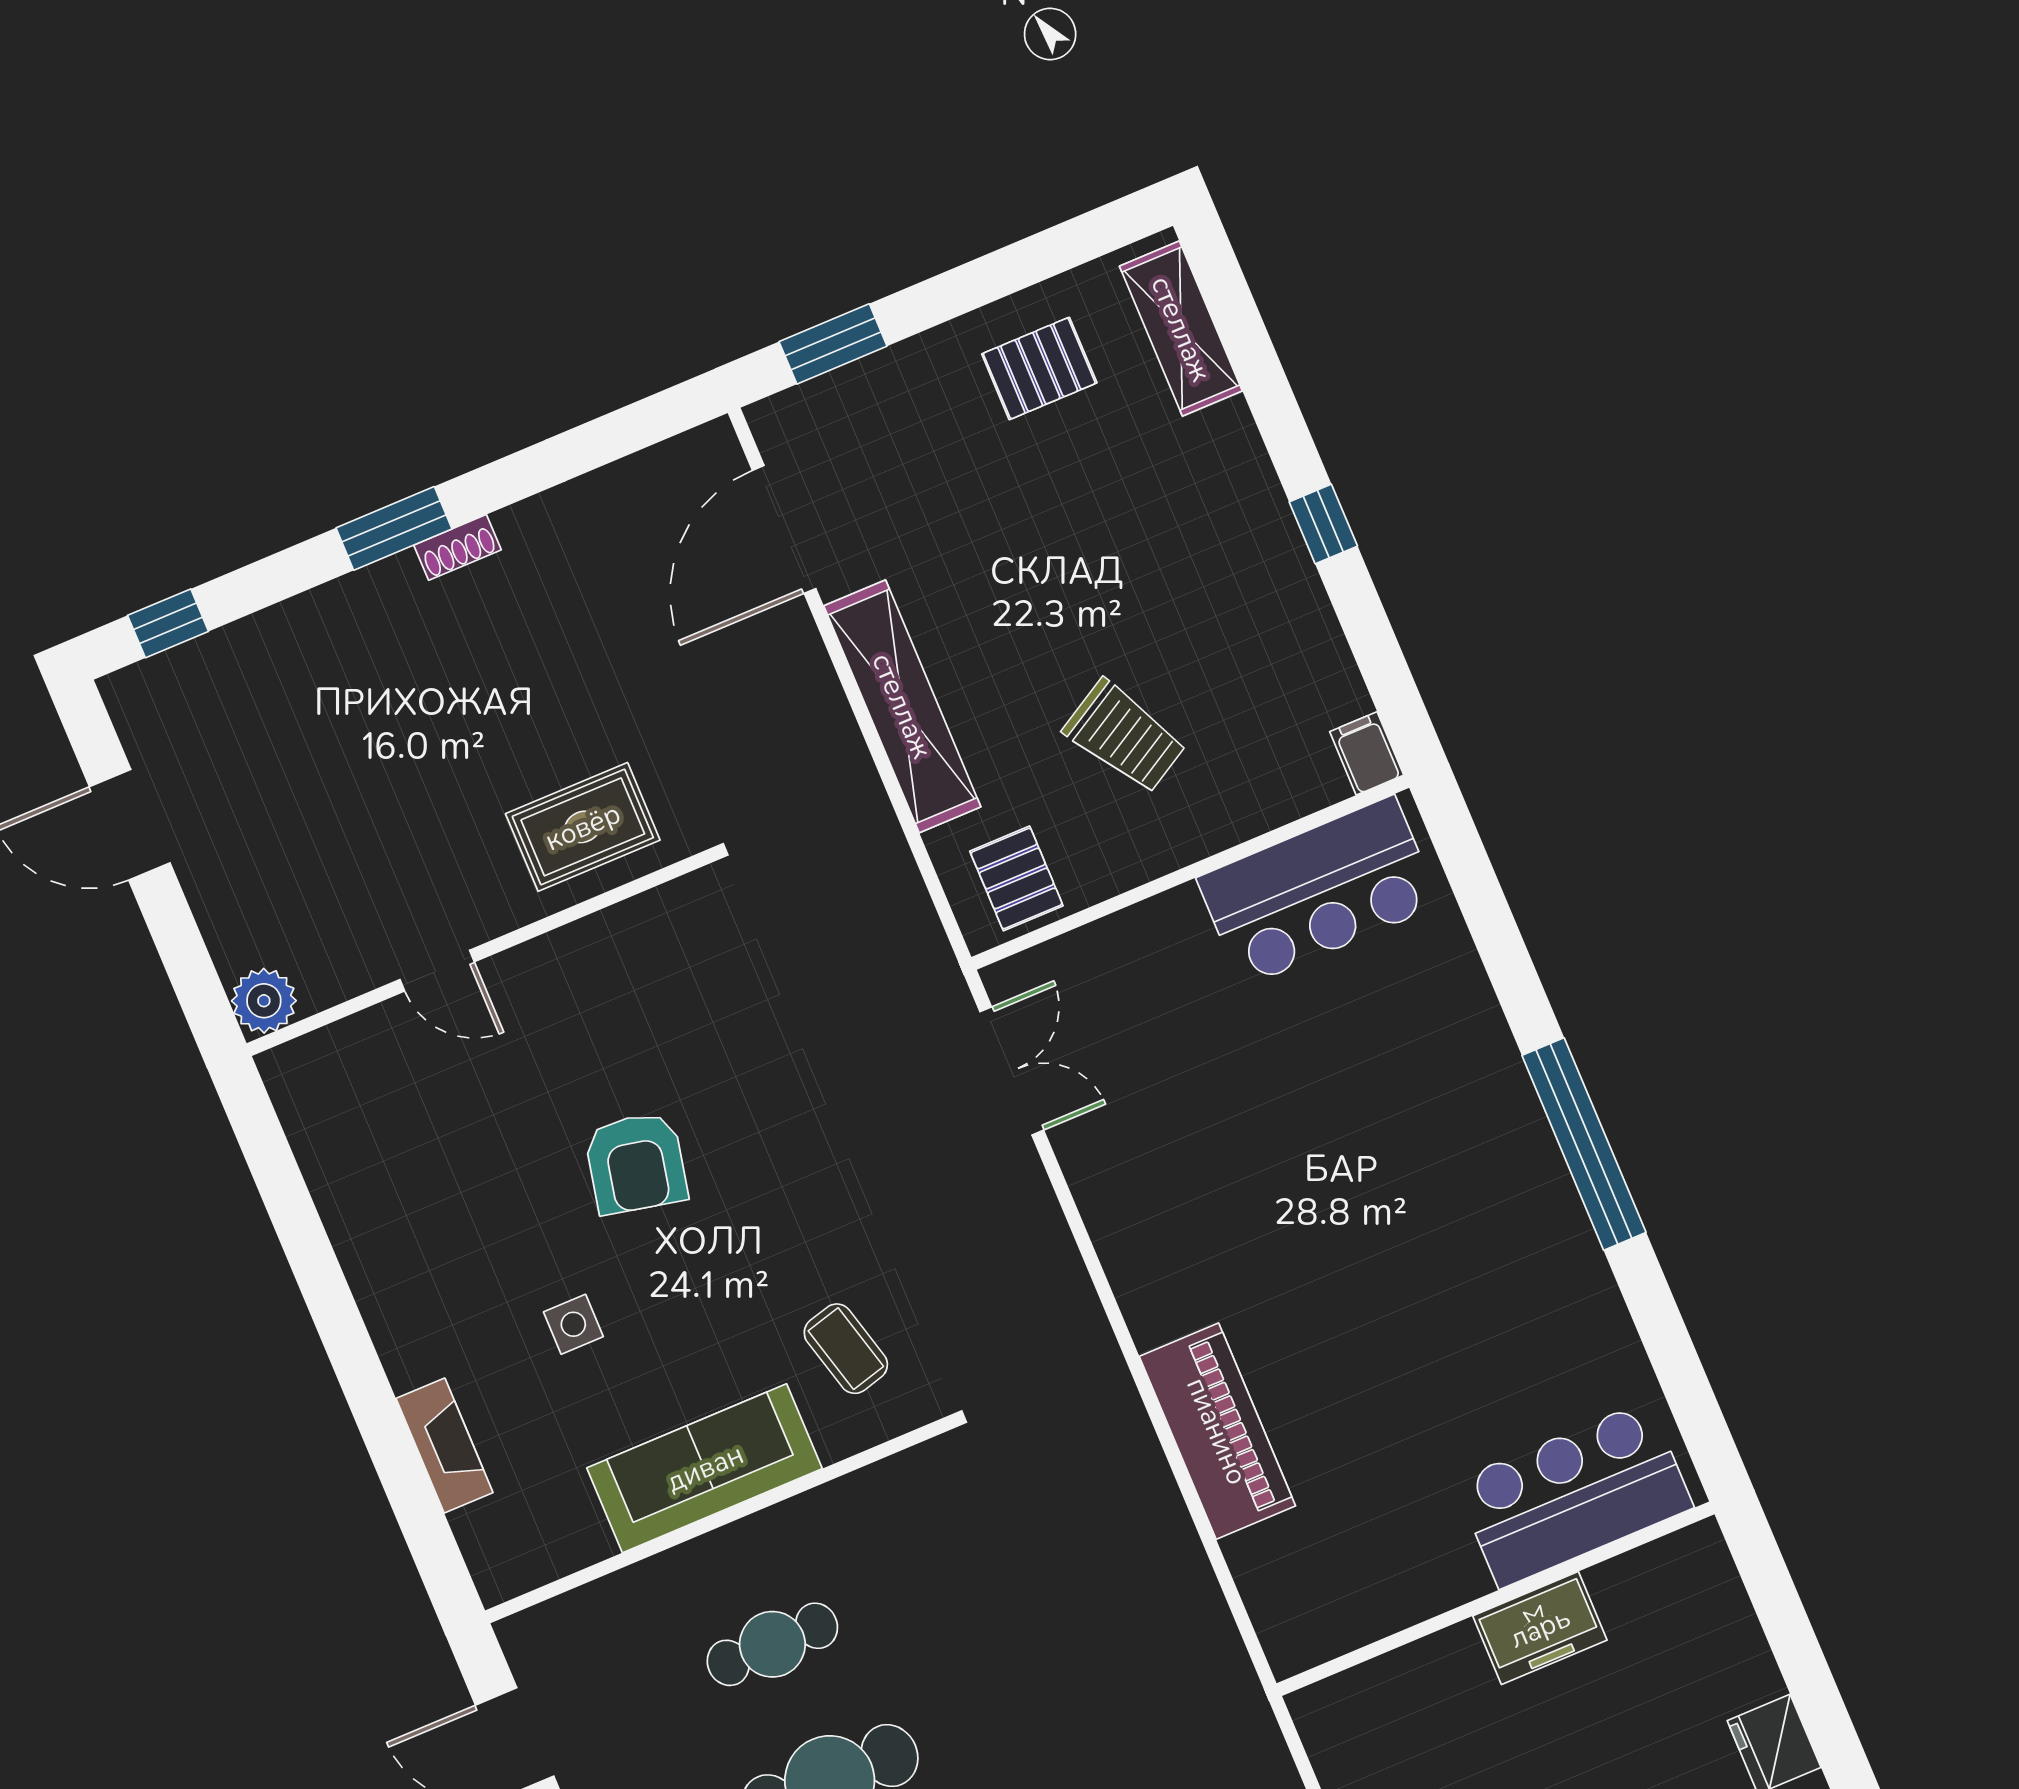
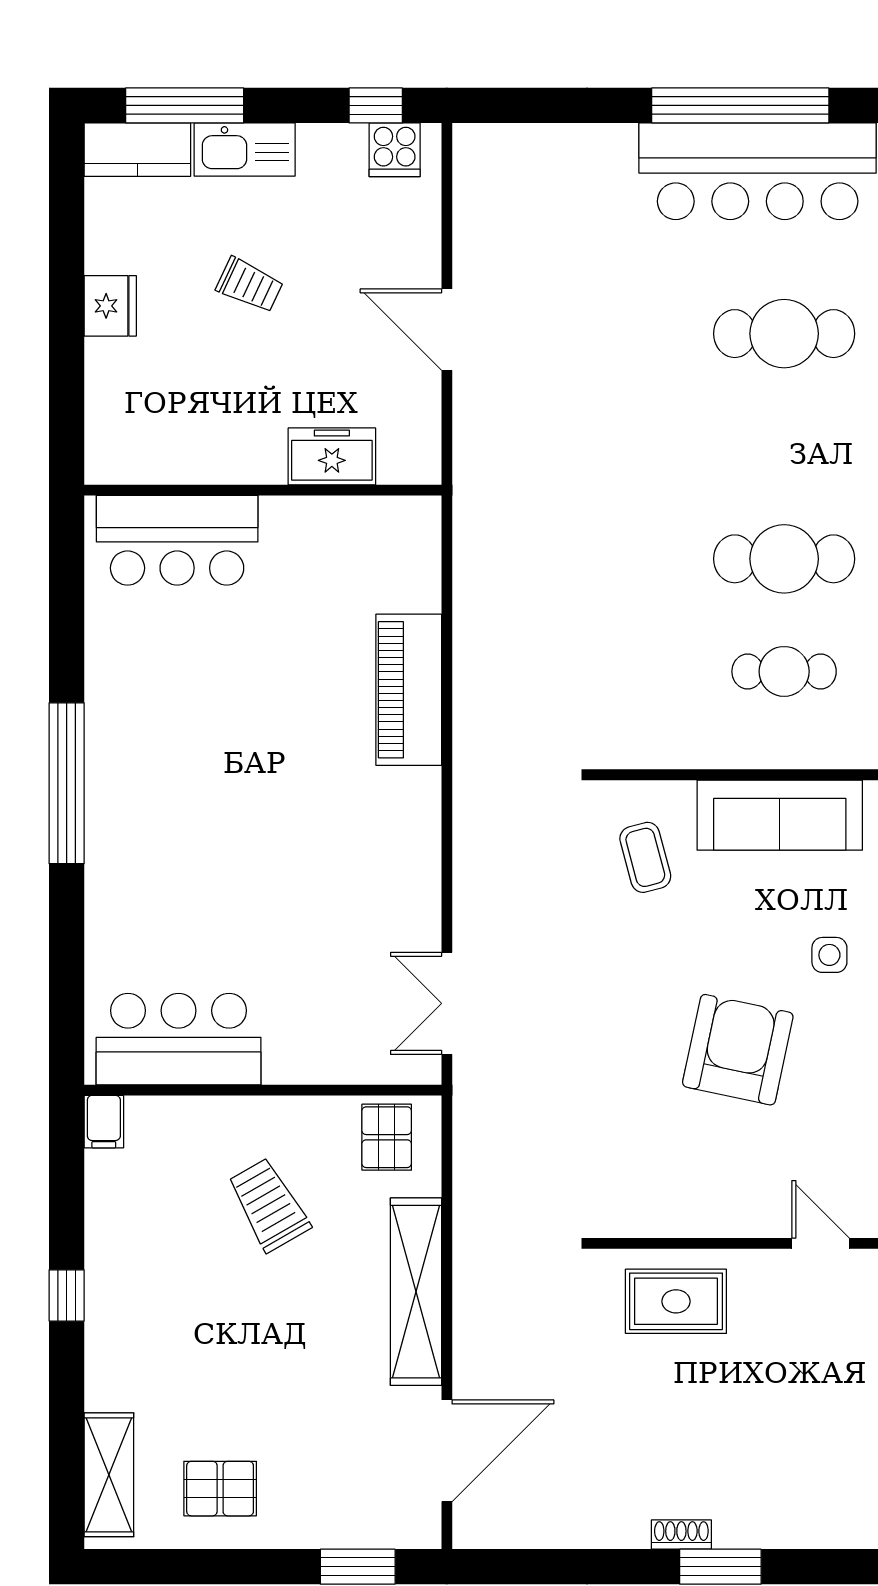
armchair: (636, 1163) -> (738, 1050), width x1.36, depth x1.36
freezer: (1540, 1628) -> (332, 456), moved

